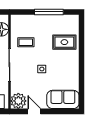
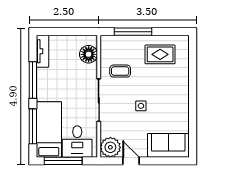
window: (49, 12) -> (133, 32), moved
rug: (64, 42) -> (160, 54), moved

